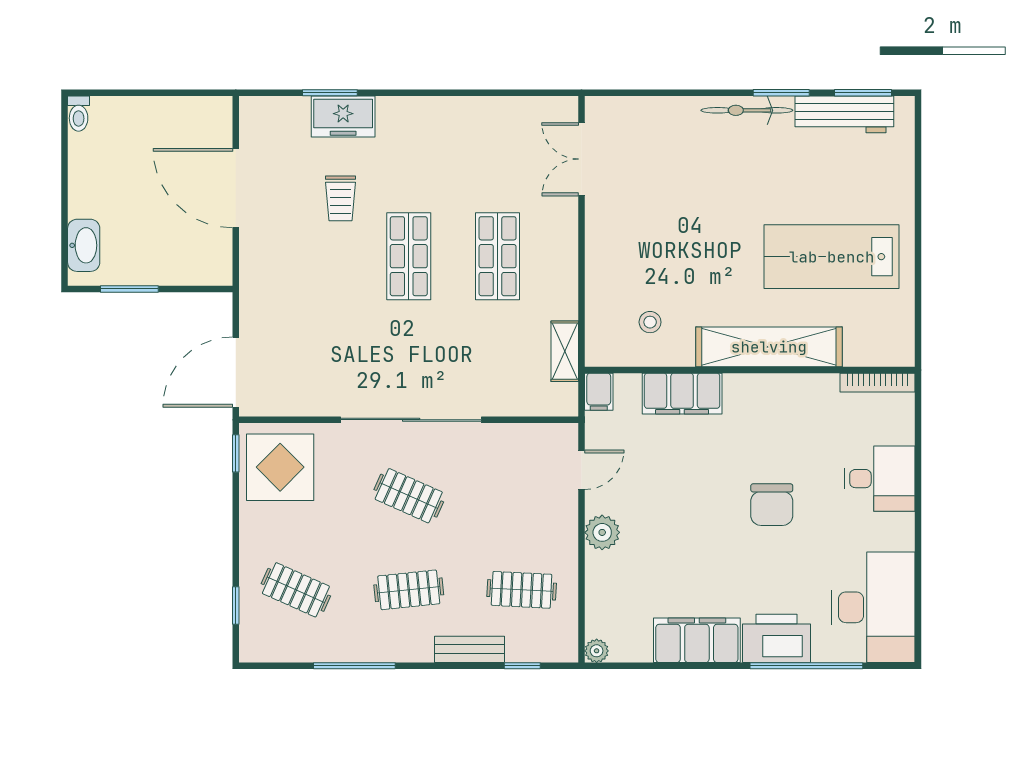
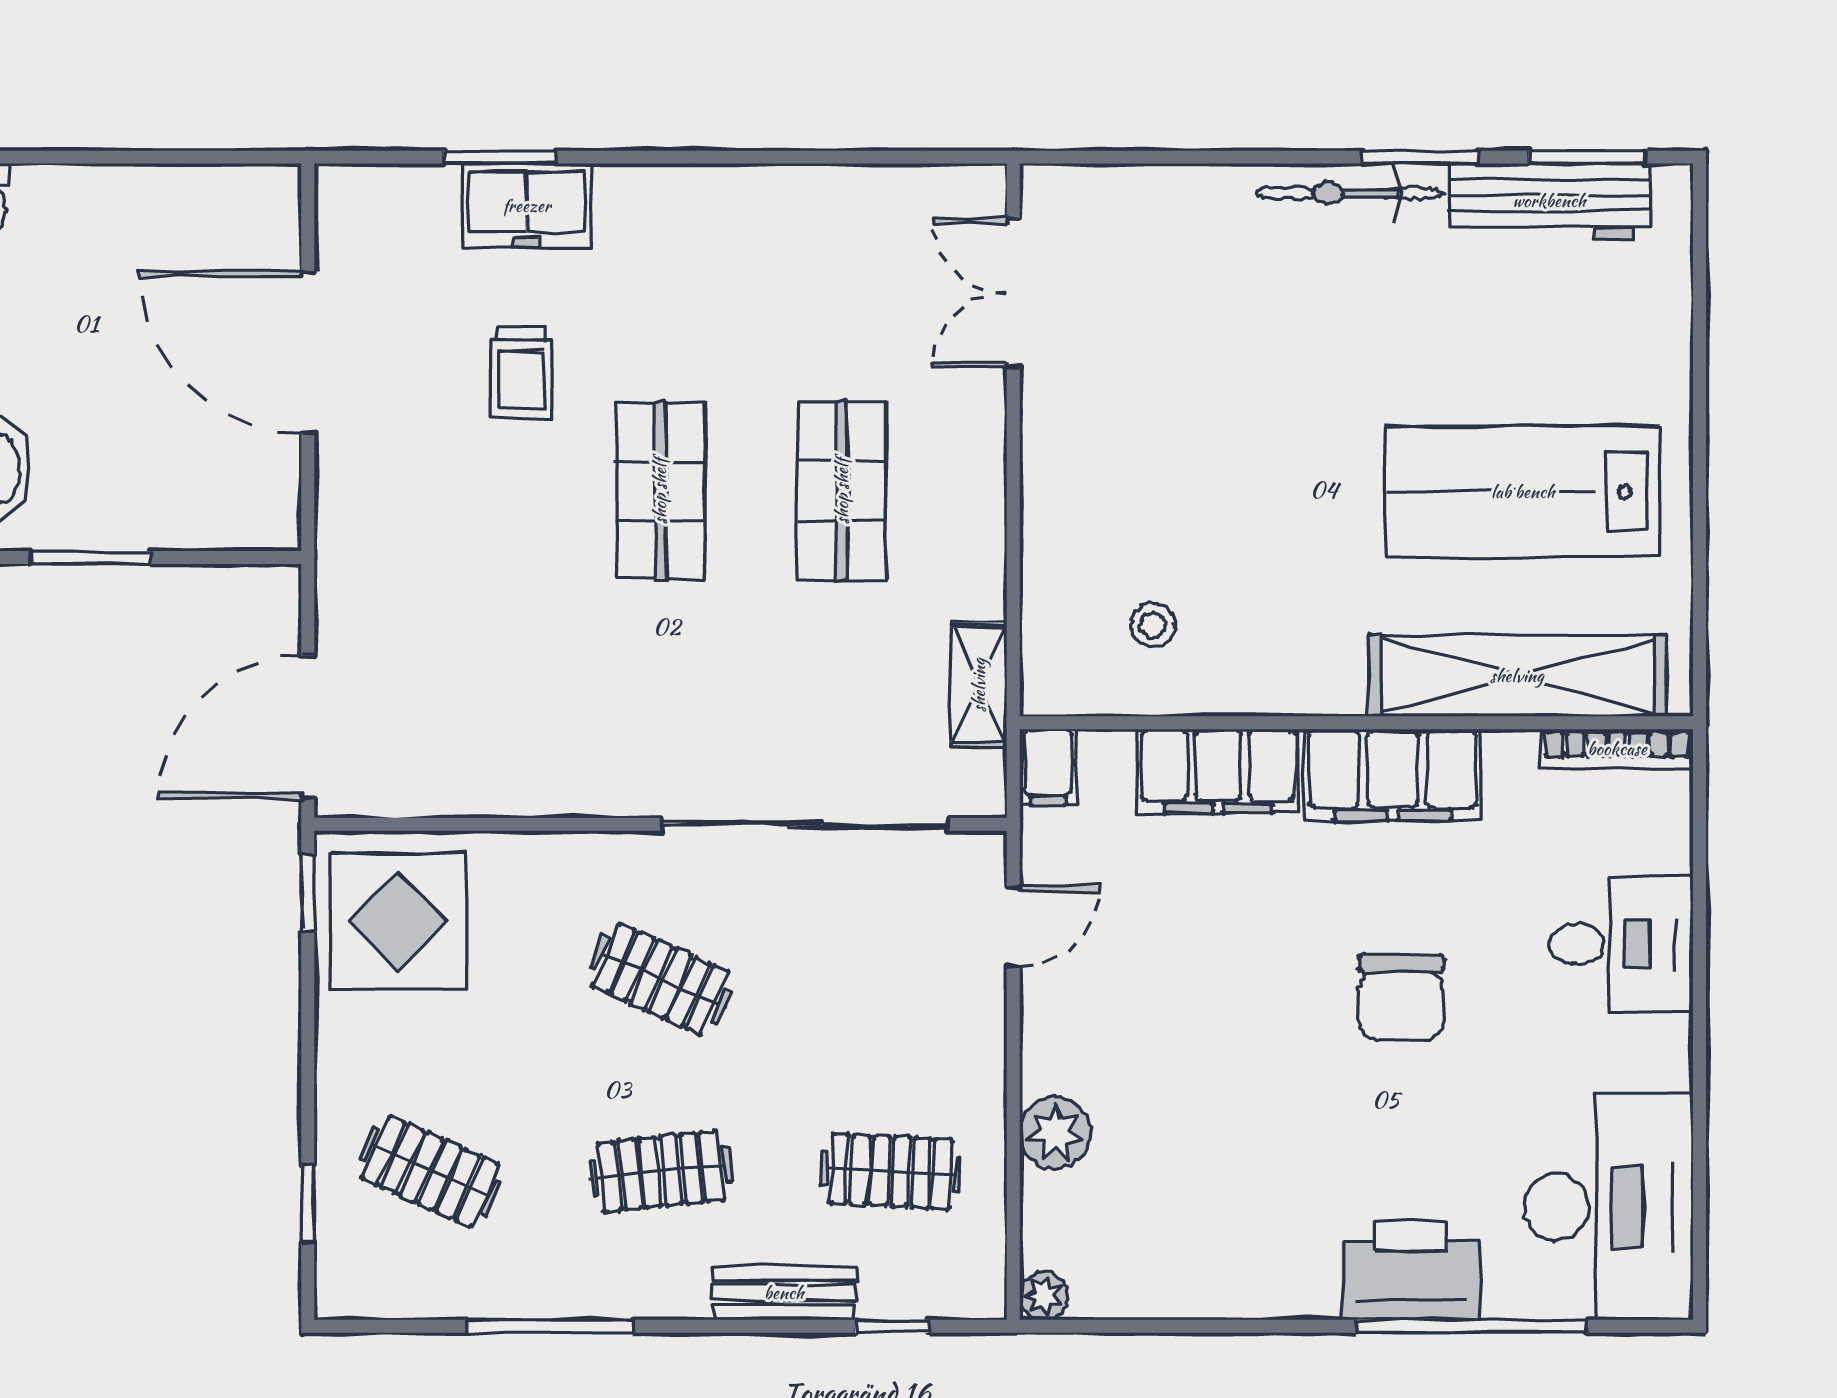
shelving: (769, 347) -> (1517, 676), moved
sliding door: (411, 420) -> (805, 824), moved
plant: (602, 532) -> (1055, 1133), moved
filing cabinet: (697, 640) -> (1393, 775), moved, turned 180

